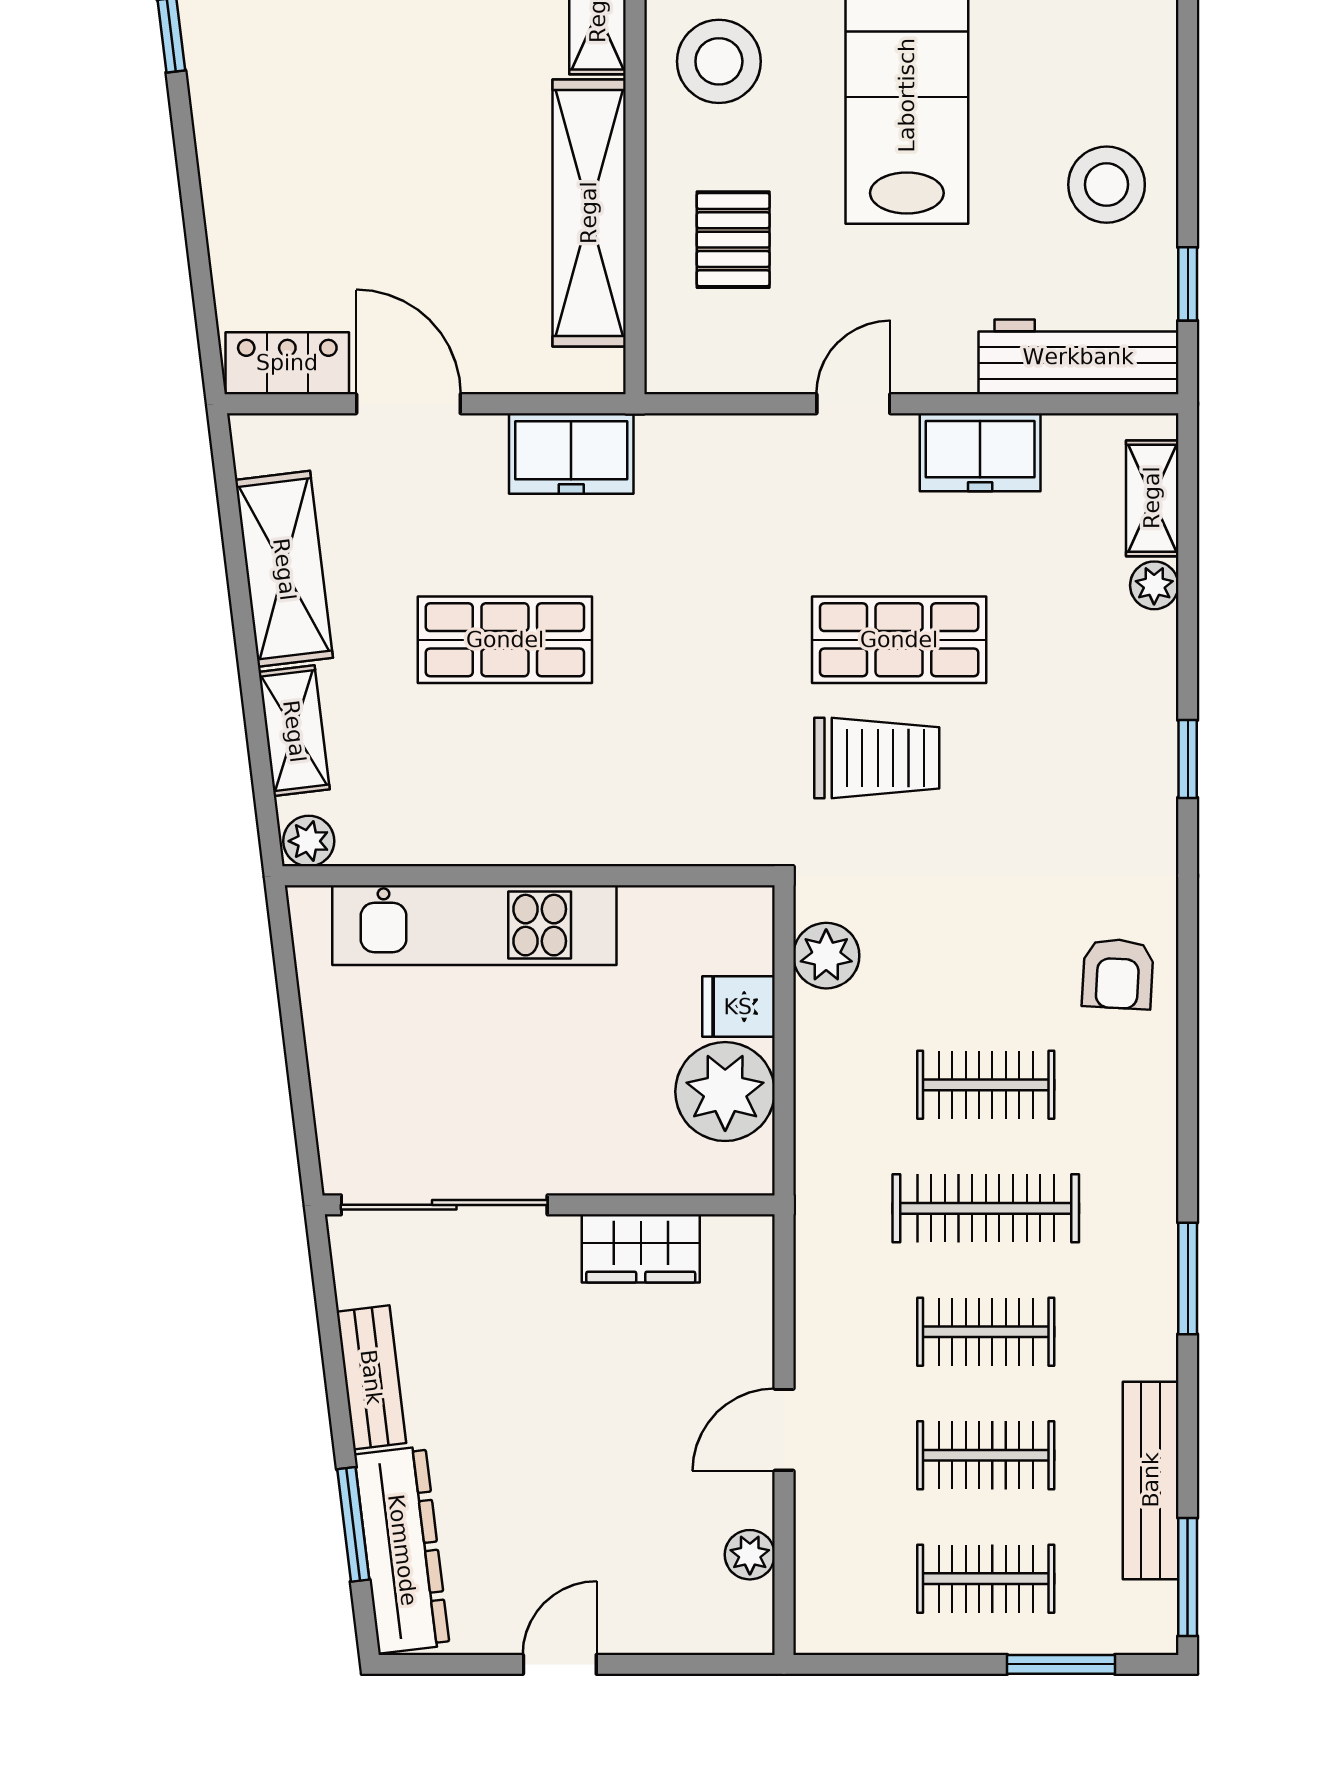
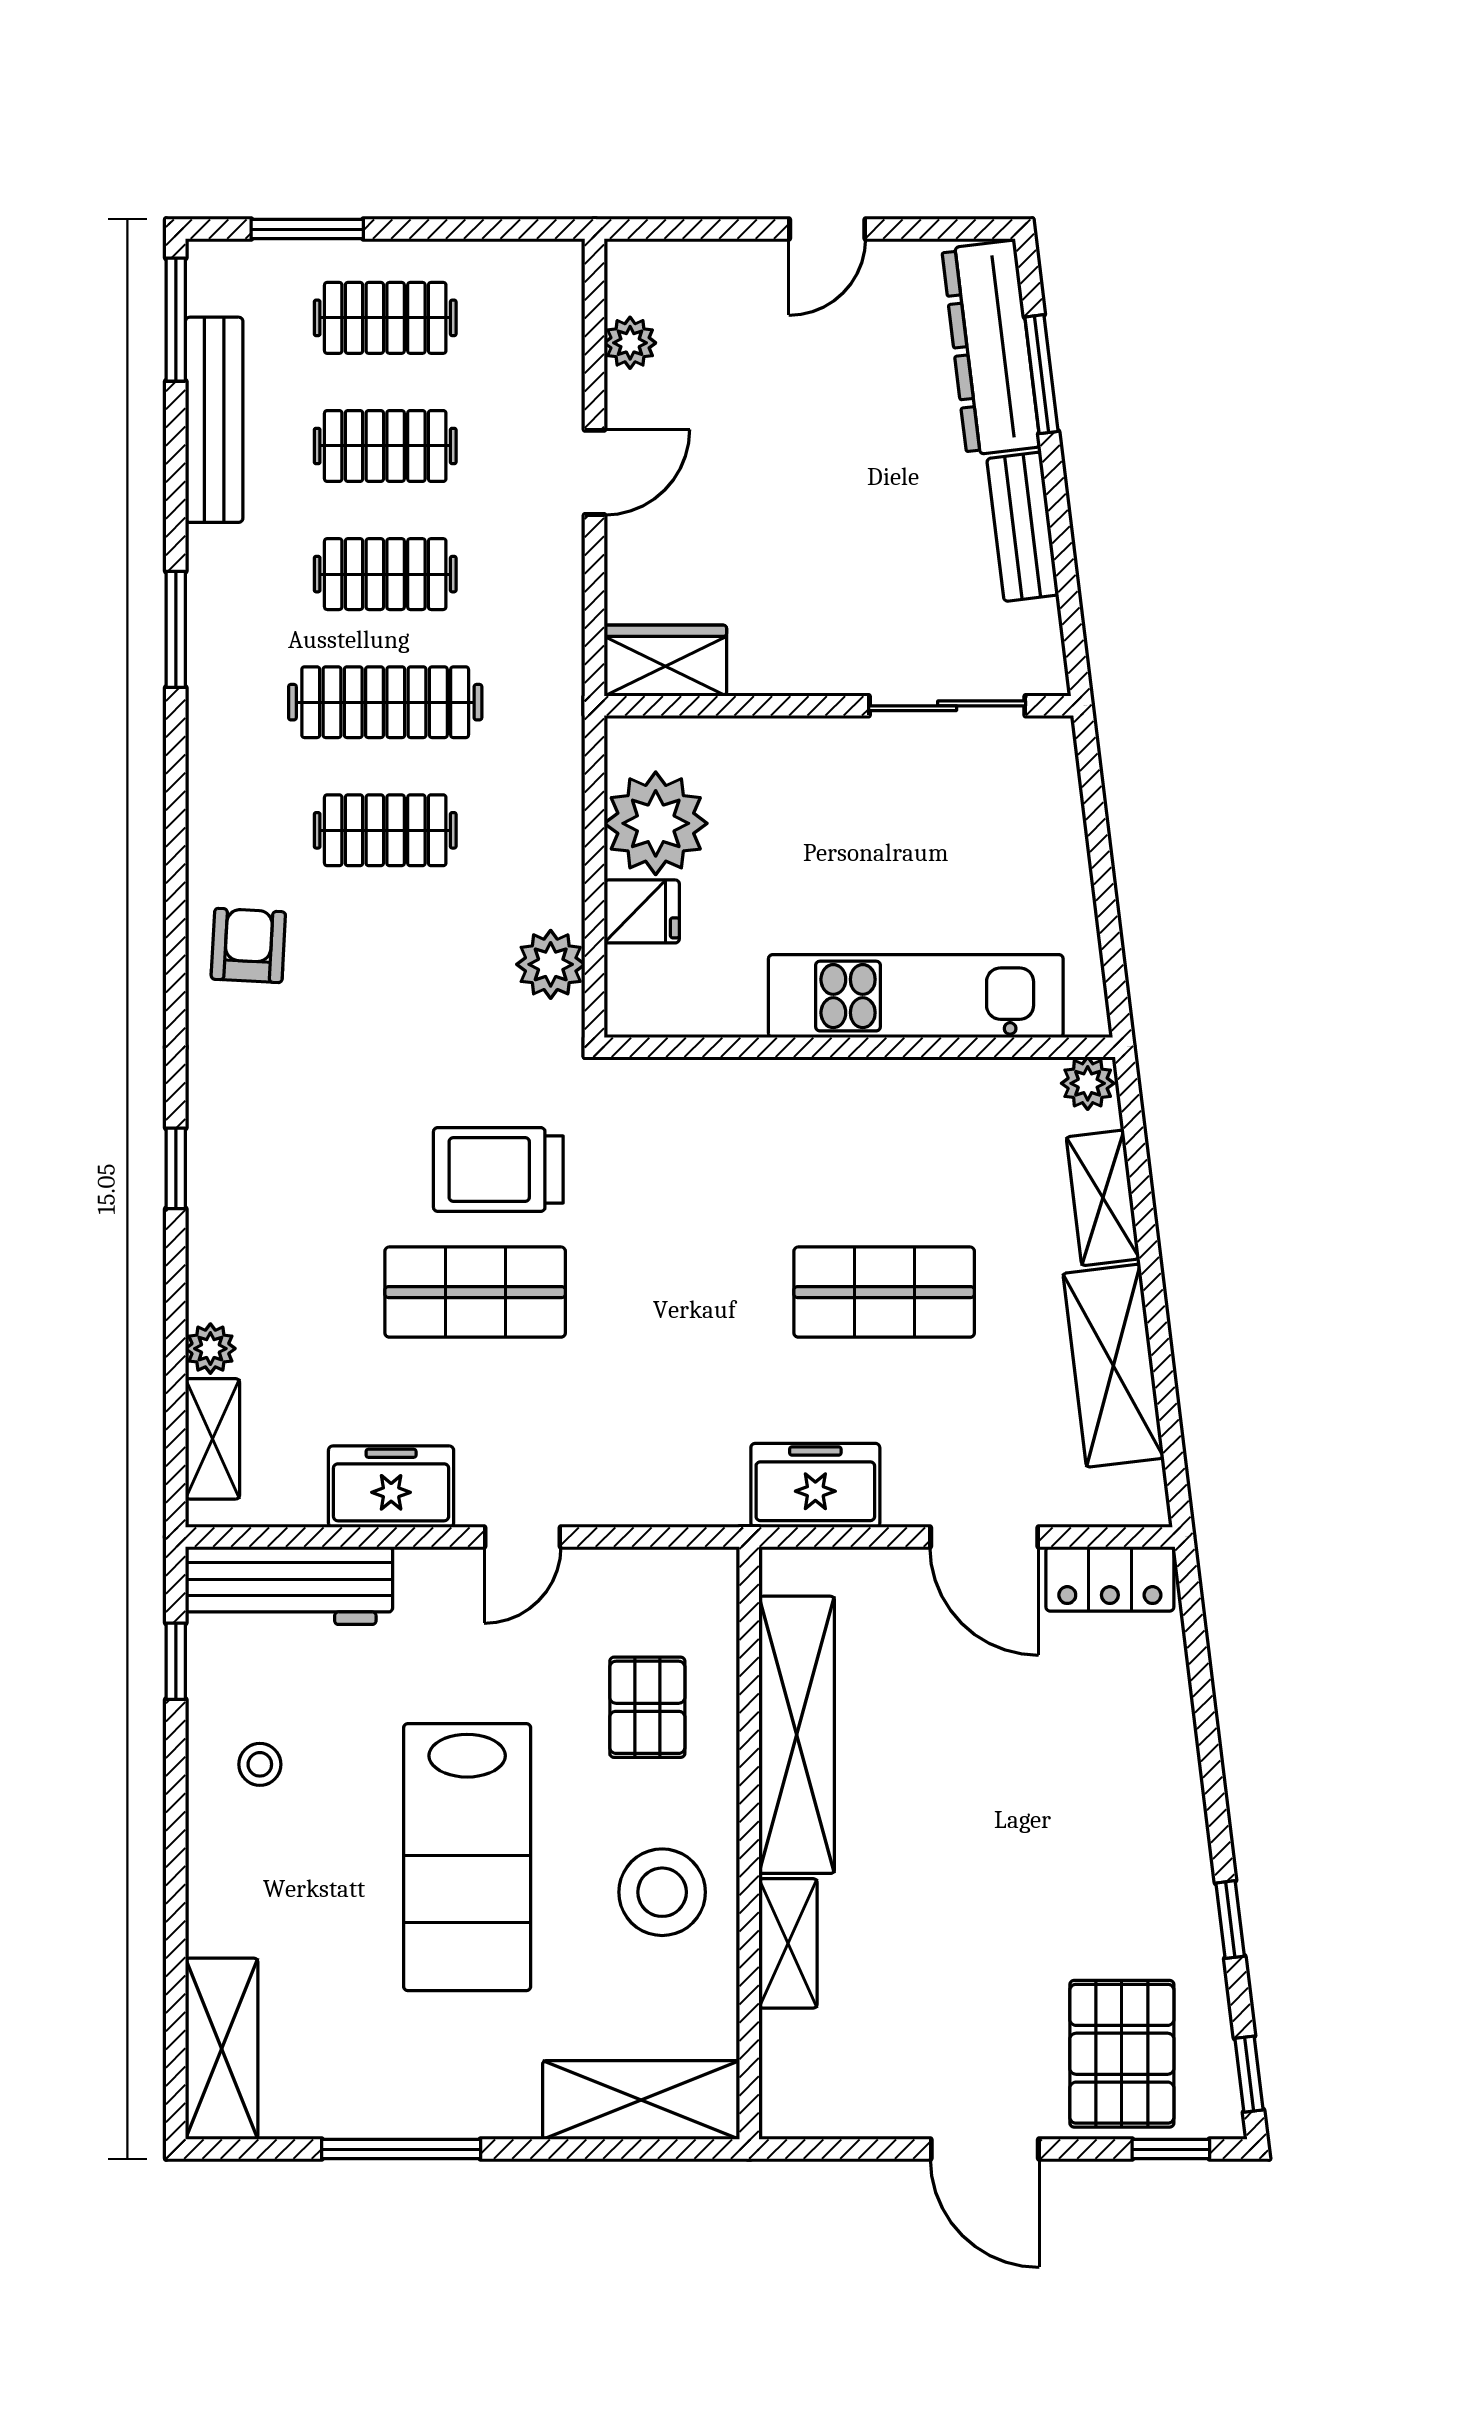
stool: (1107, 185) -> (260, 1764), width x0.53, depth x0.53
sliding door: (444, 1205) -> (947, 706), width x0.73
wardrobe: (641, 1248) -> (665, 661), moved

